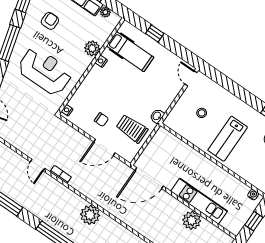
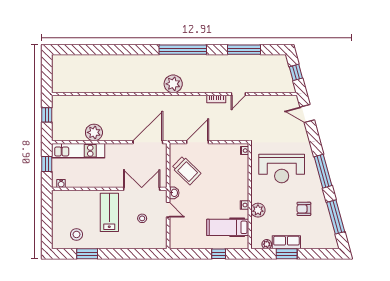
armchair: (50, 21) -> (304, 209), turned 90
door: (191, 78) -> (168, 210), moved
chair: (101, 120) -> (214, 161), removed
trolley: (132, 129) -> (186, 170), turned 44
double door: (184, 140) -> (142, 189), added
door: (38, 165) -> (238, 94), swing flipped
kitchen unit: (199, 201) -> (78, 151), moved

